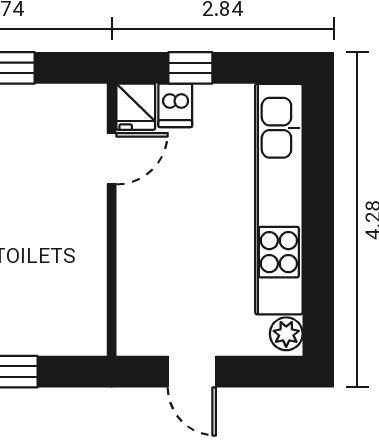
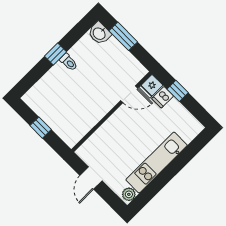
kitchen unit: (279, 199) -> (157, 163), width x0.73

